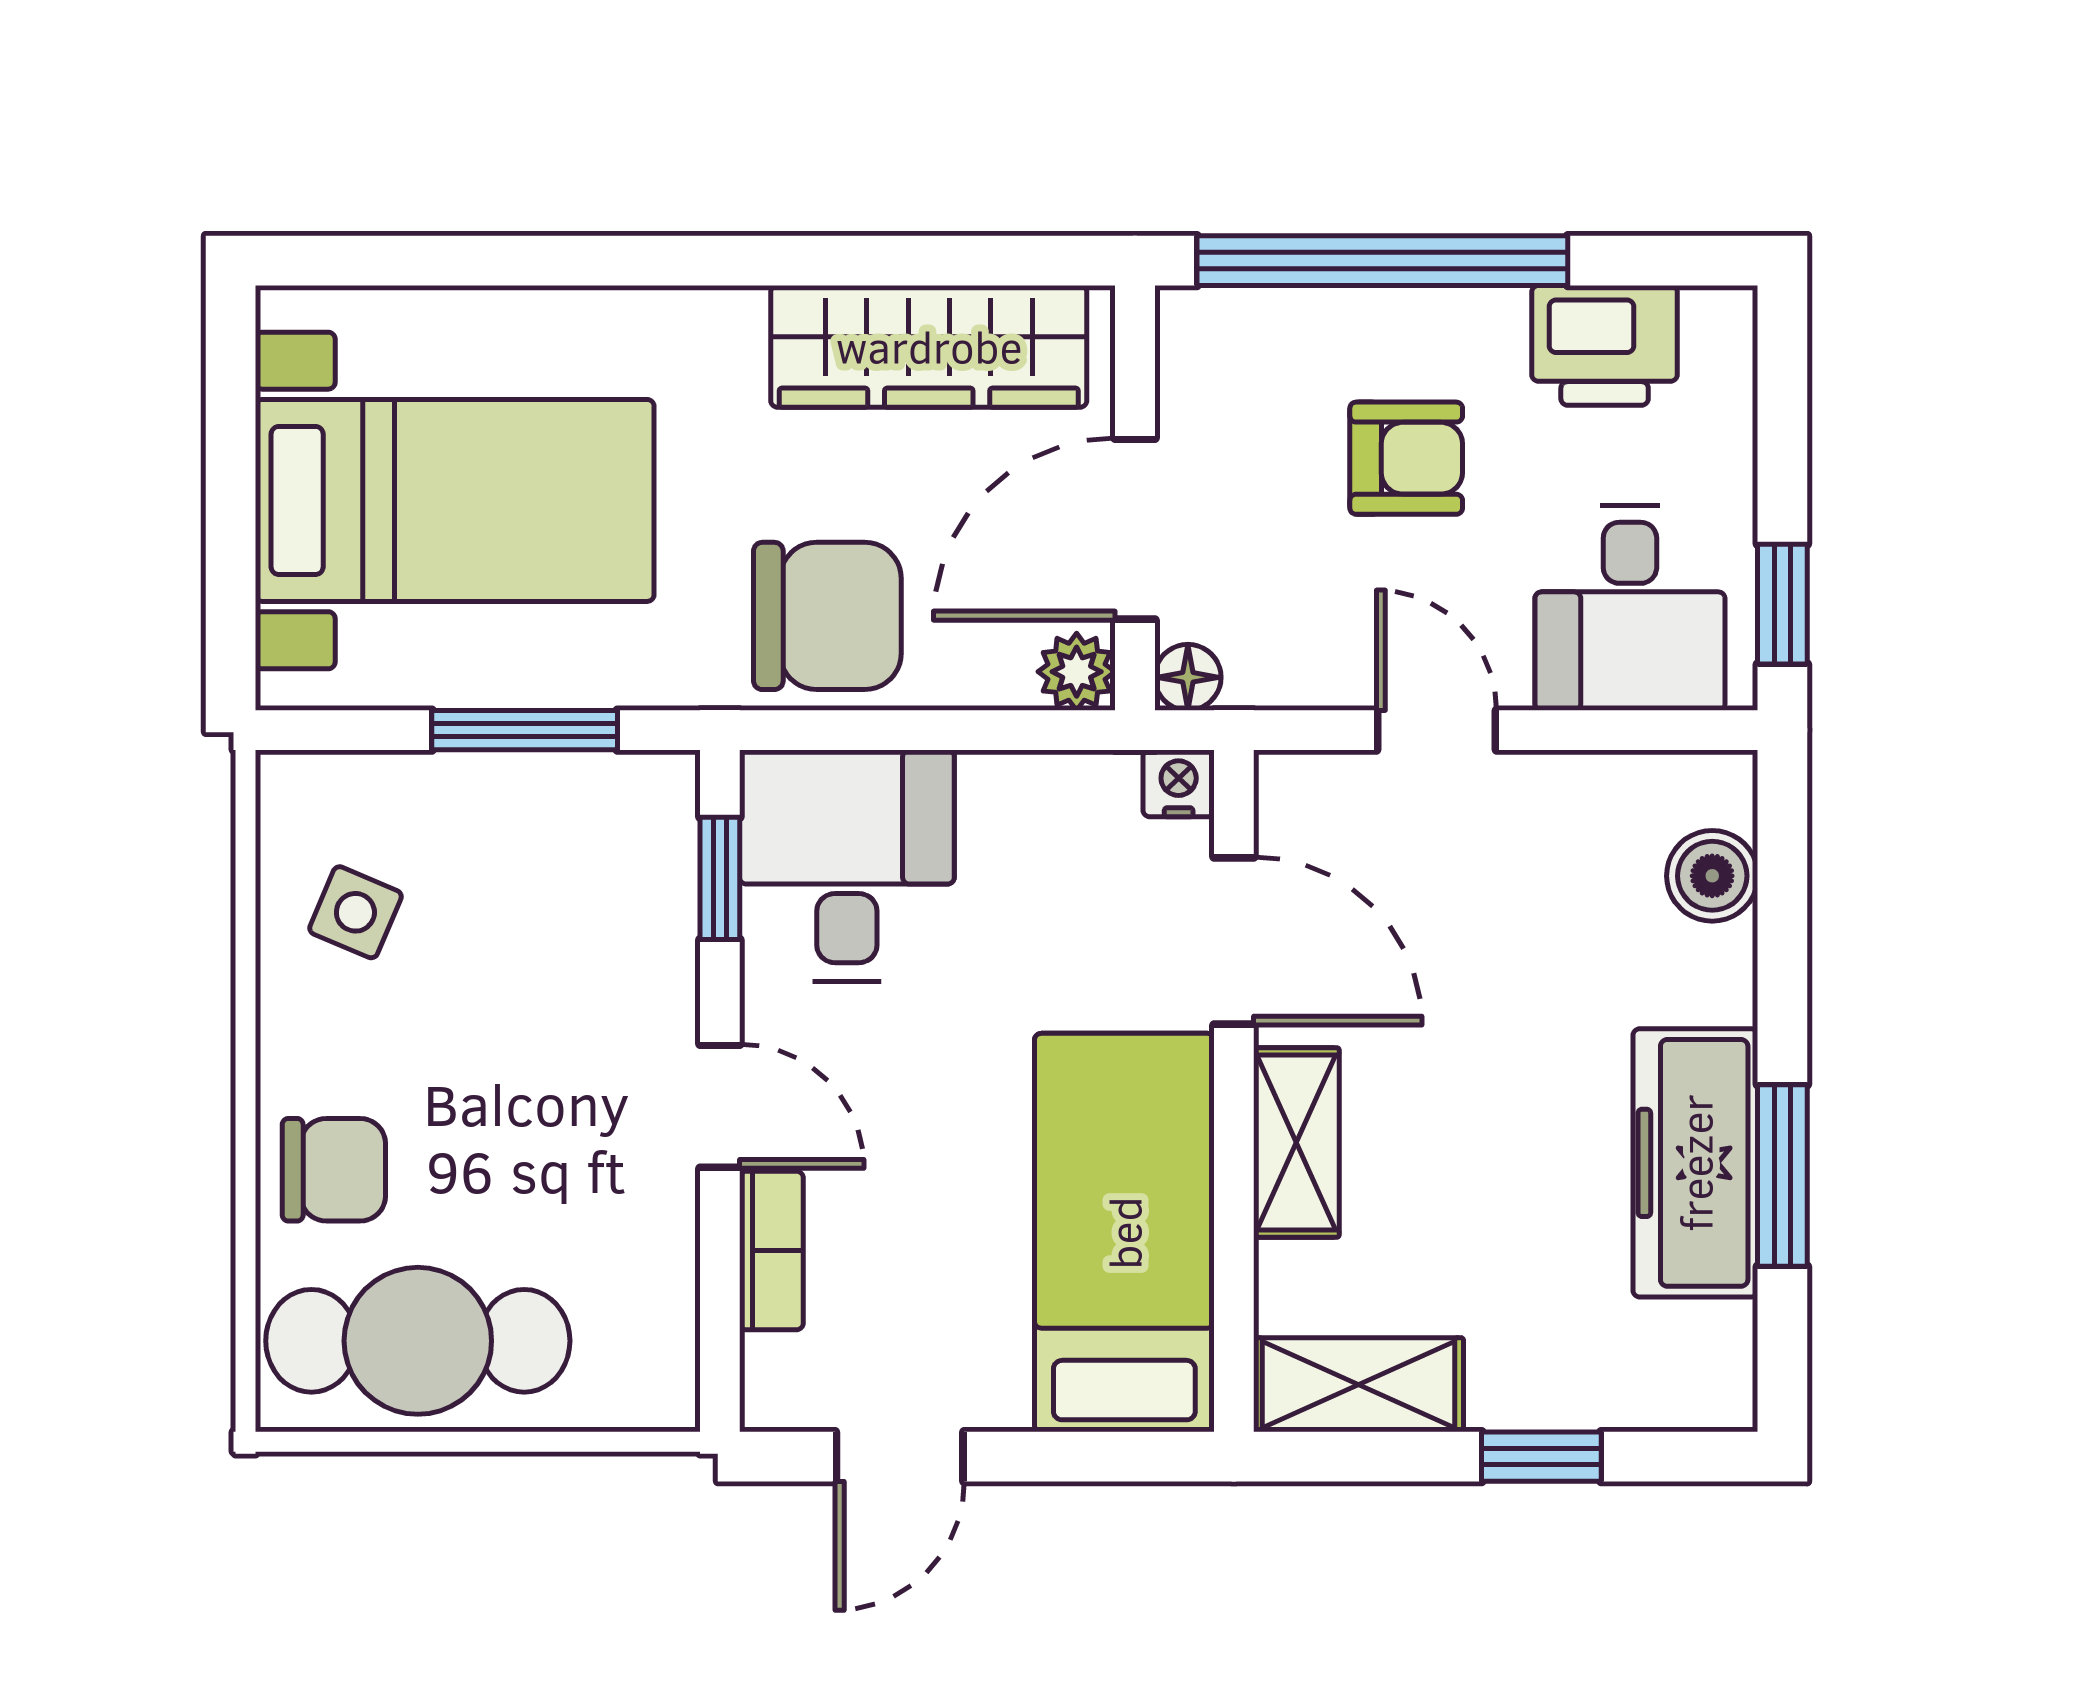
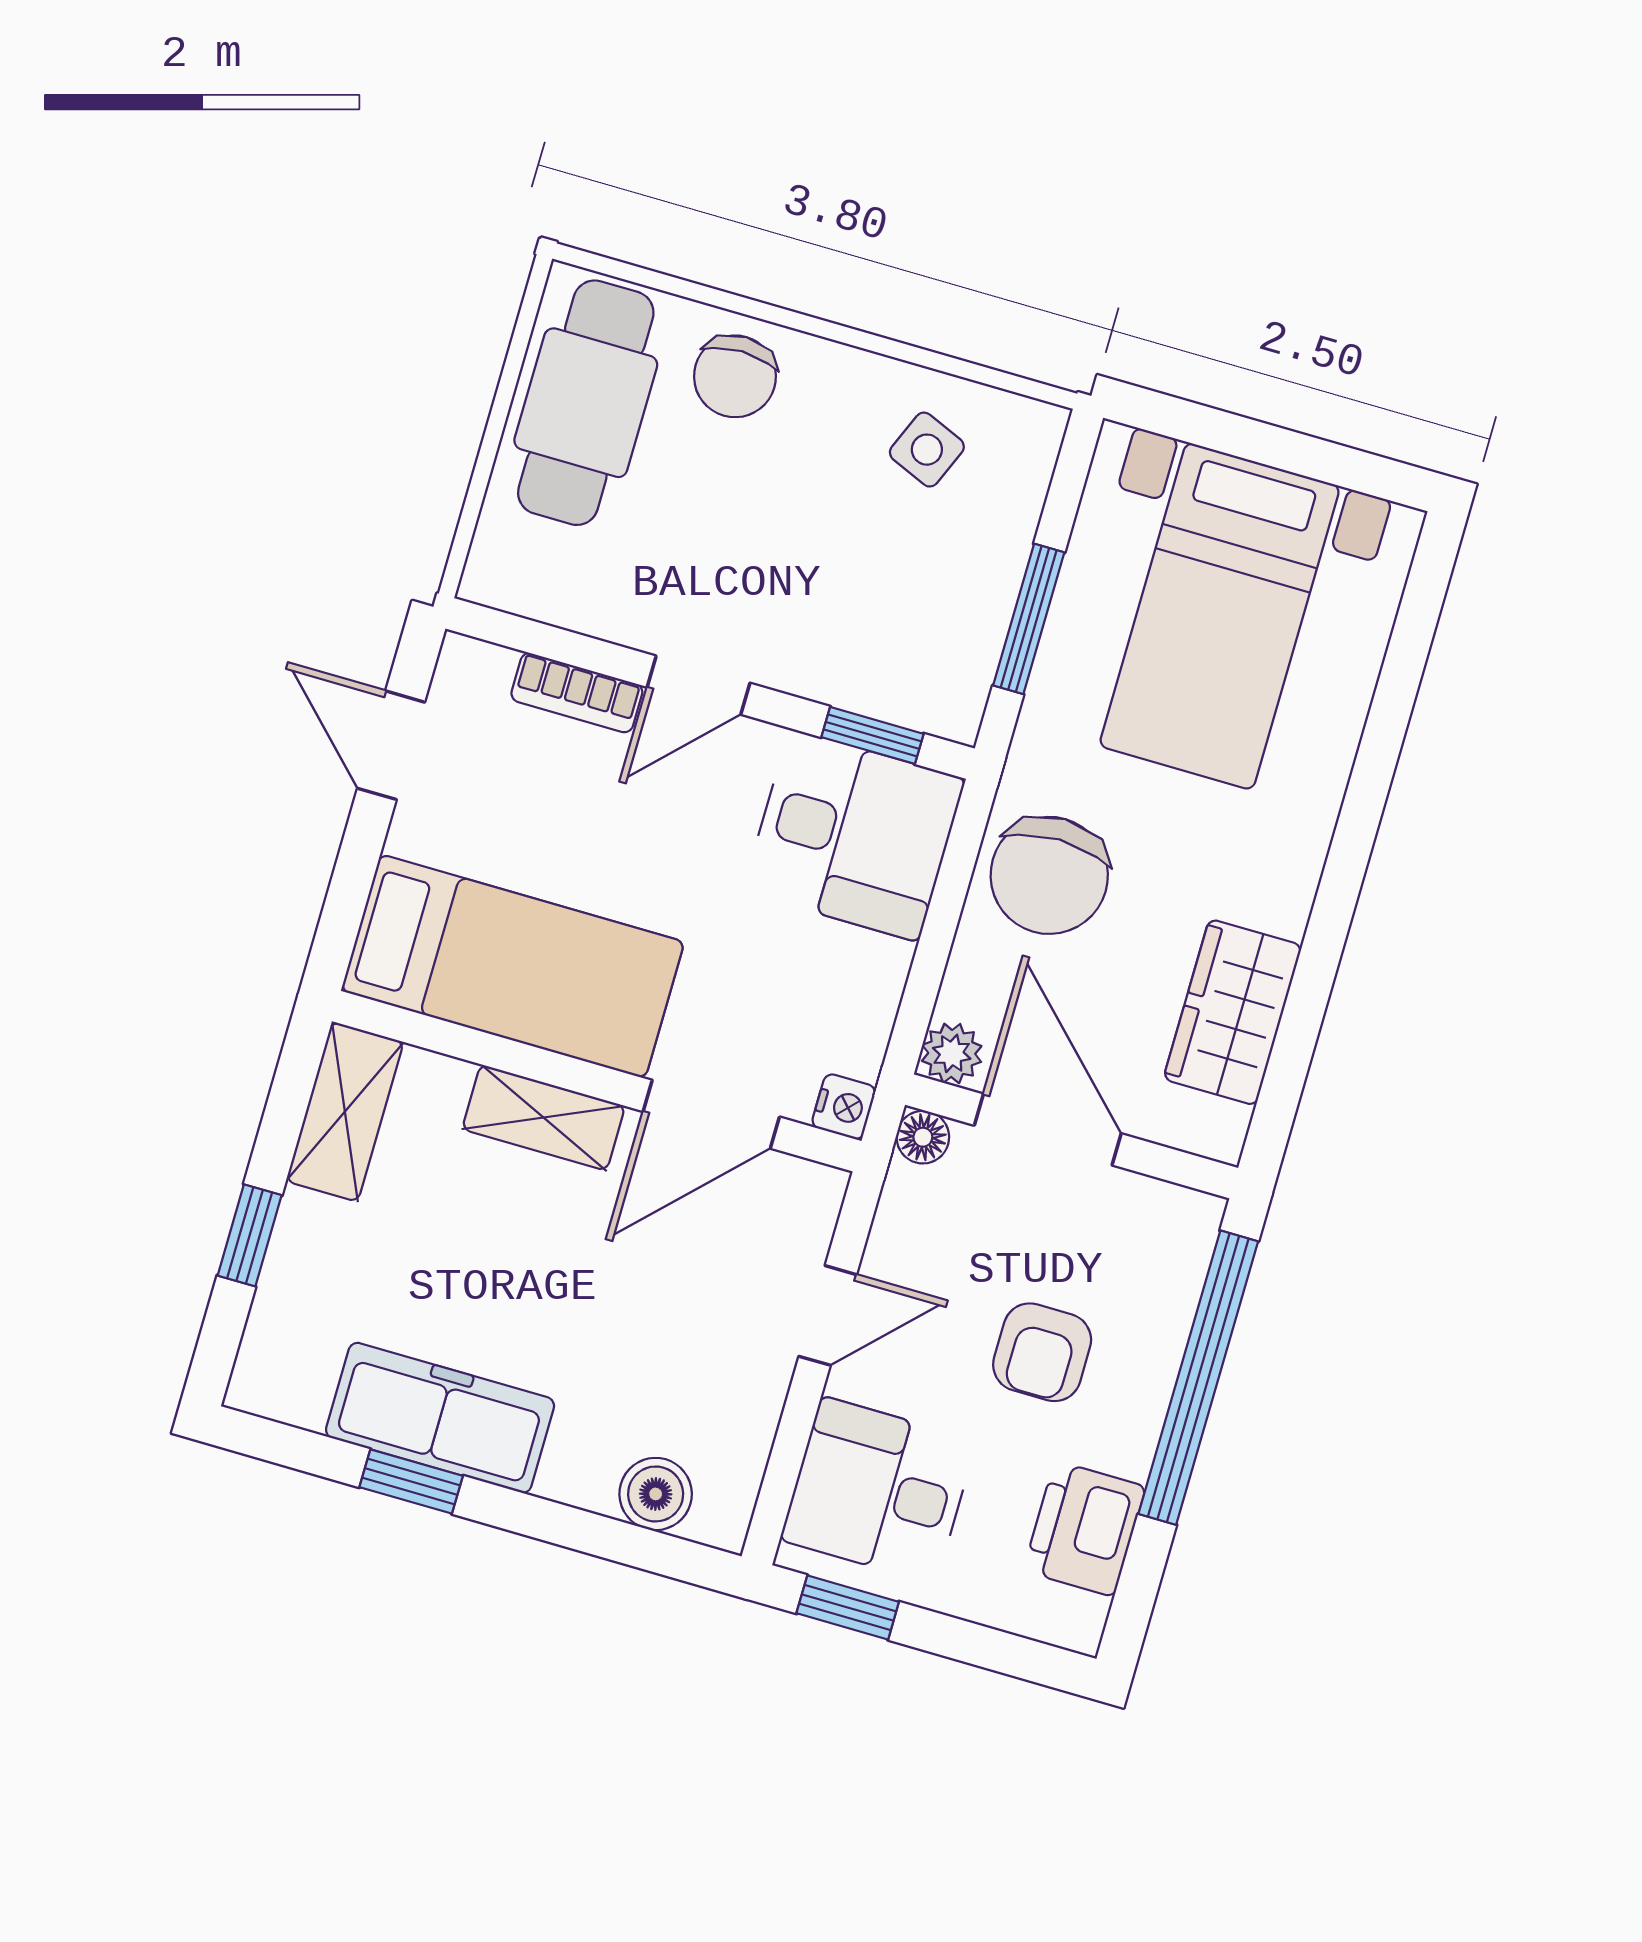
wardrobe: (929, 346) -> (1233, 1012), width x0.67
window: (1782, 1176) -> (411, 1482), width x0.67

